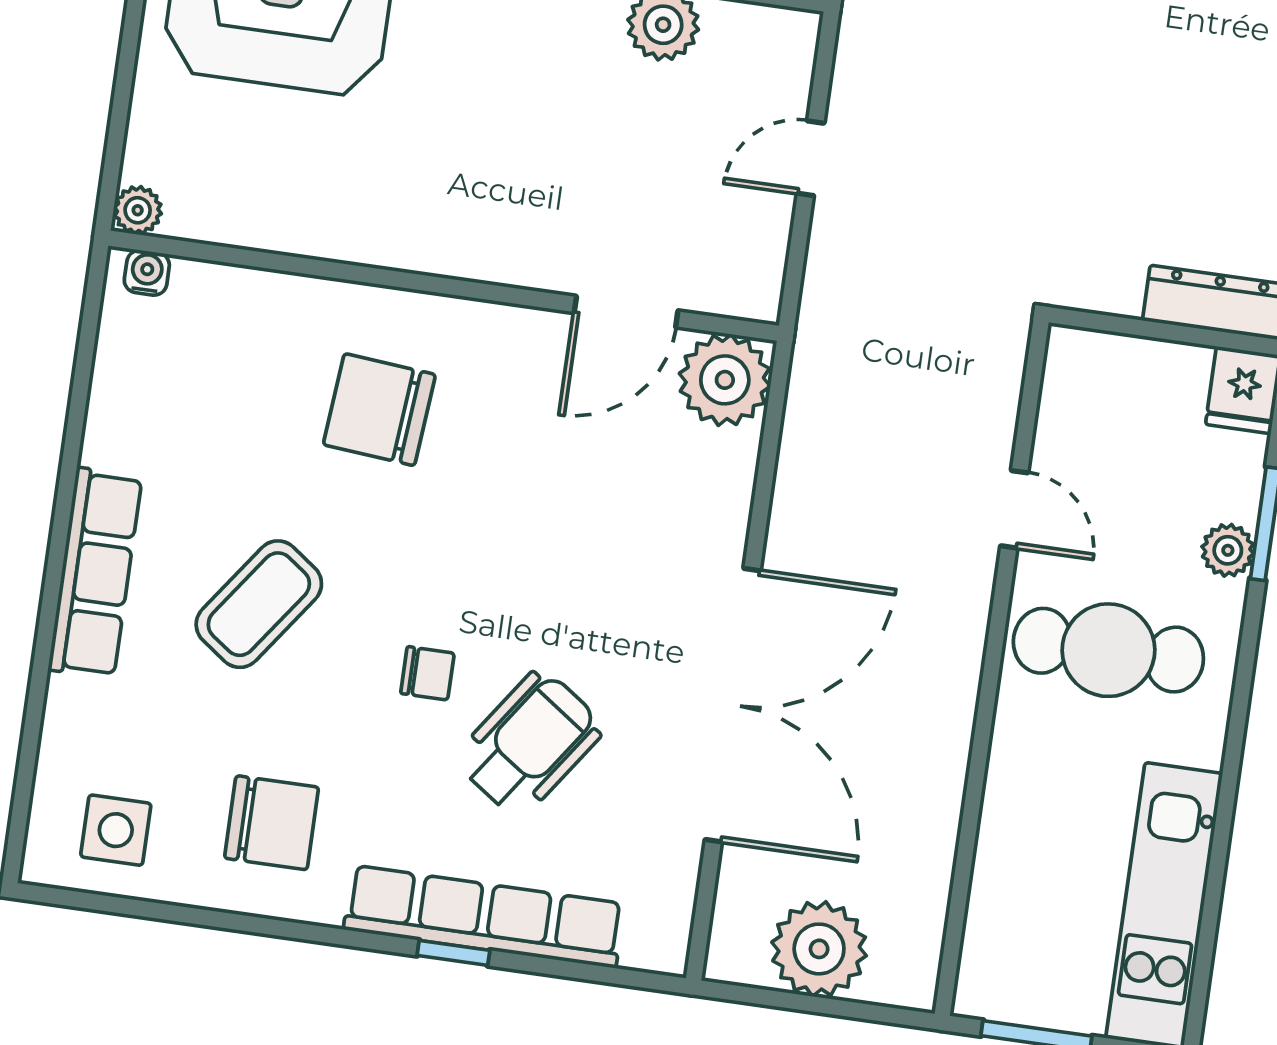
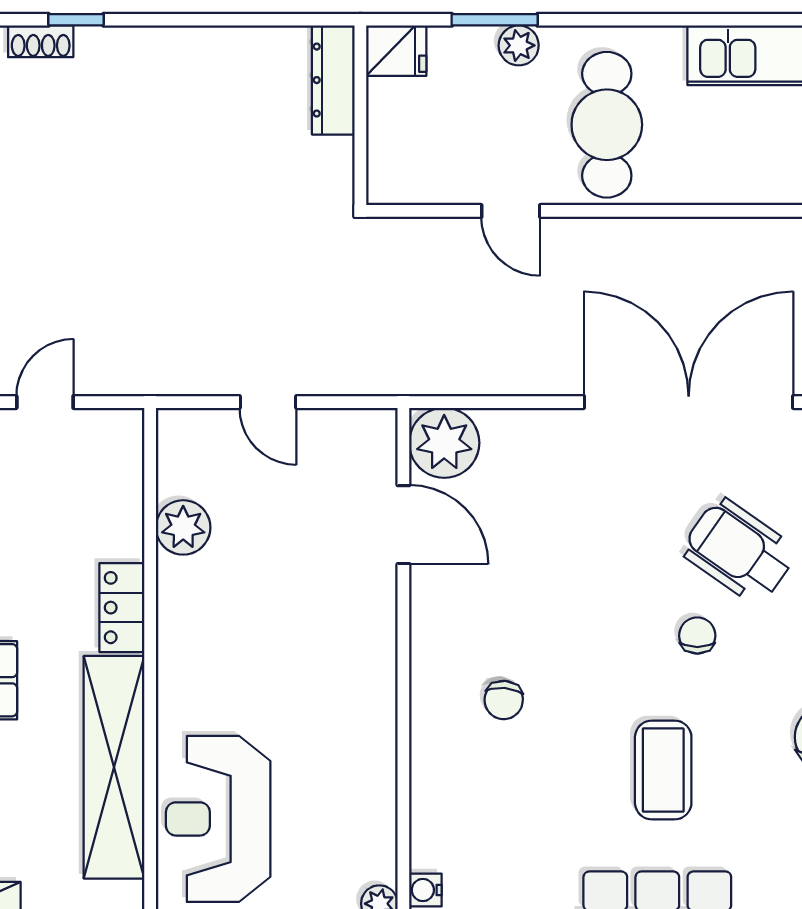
chair: (379, 410) -> (504, 700), width x0.54, depth x0.54
door: (1014, 509) -> (511, 211), swing flipped
coffee table: (259, 604) -> (663, 770), turned 54

